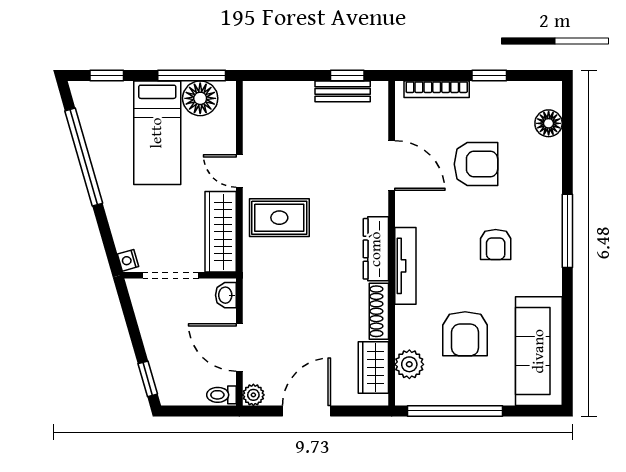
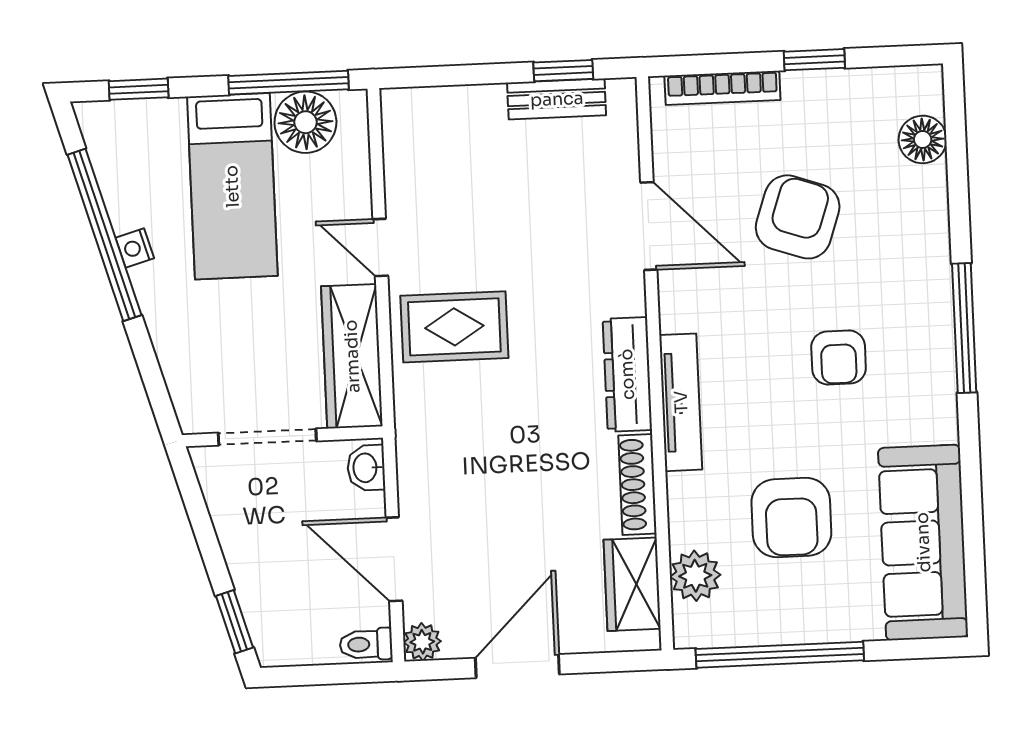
armchair: (476, 164) -> (798, 217), turned -71
nightstand: (128, 260) -> (135, 248), moved

